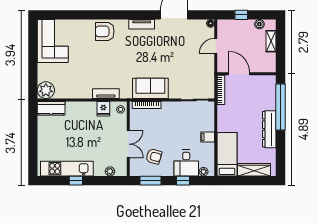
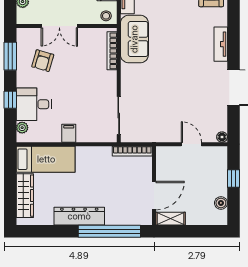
shelving: (271, 41) -> (170, 219), moved
door: (239, 74) -> (154, 196), moved
sofa: (150, 88) -> (134, 39), moved

